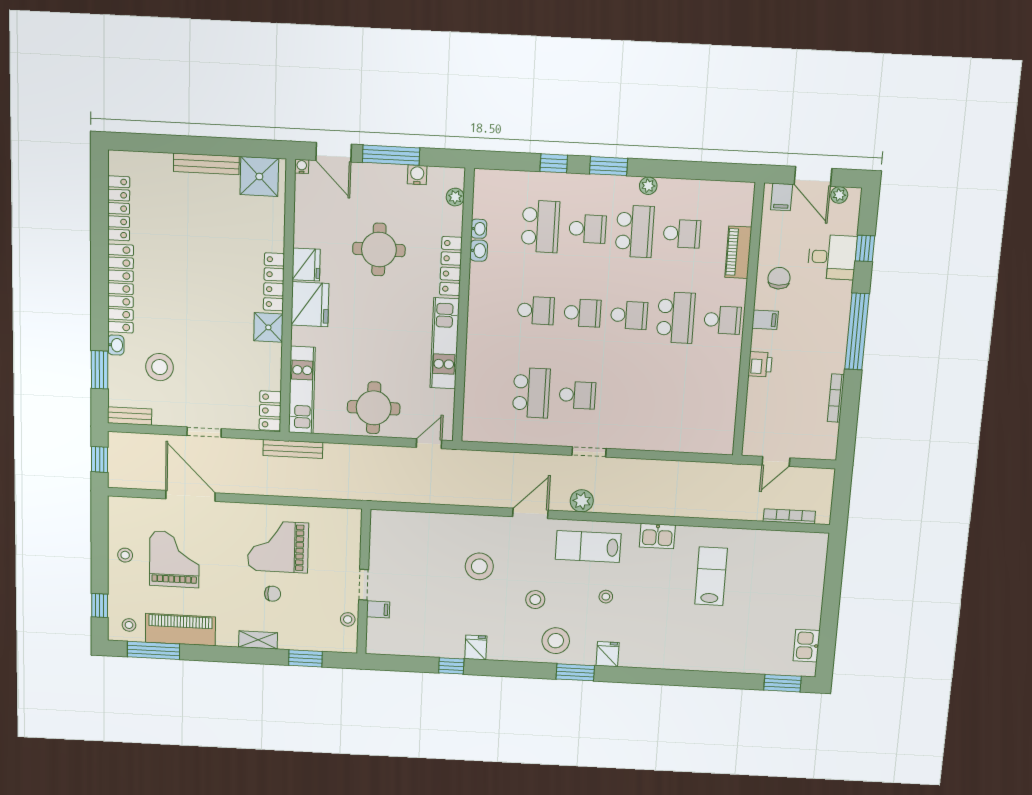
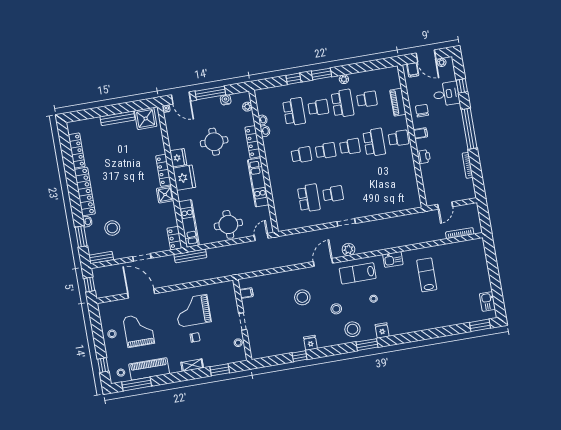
filing cabinet: (378, 609) -> (246, 293), moved

